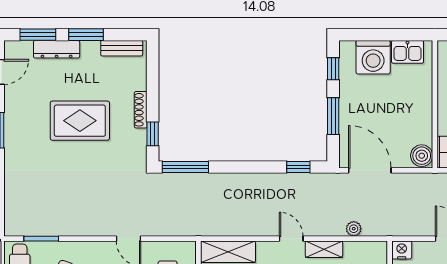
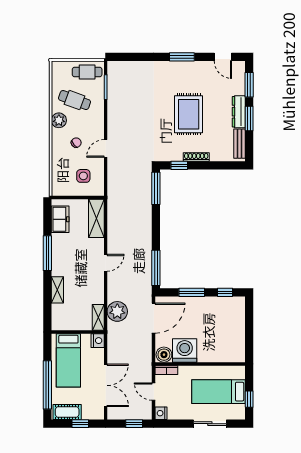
dresser: (57, 49) -> (239, 112), moved
kitchen sink: (408, 52) -> (237, 345), removed
washing machine: (373, 57) -> (185, 350), moved, turned 90
window: (298, 167) -> (156, 268), width x2.17
plant: (354, 229) -> (117, 311), width x1.88, depth x1.88
shelving: (324, 249) -> (98, 317), moved

